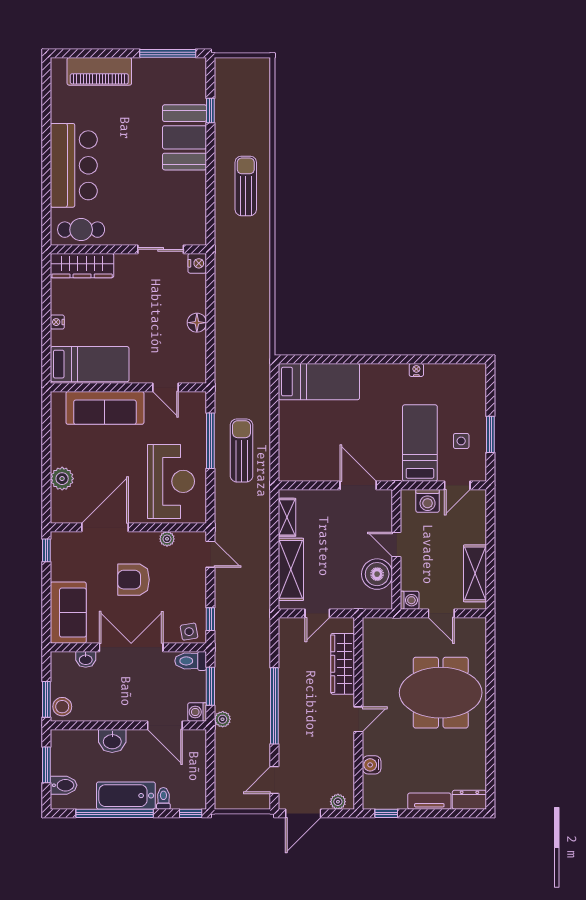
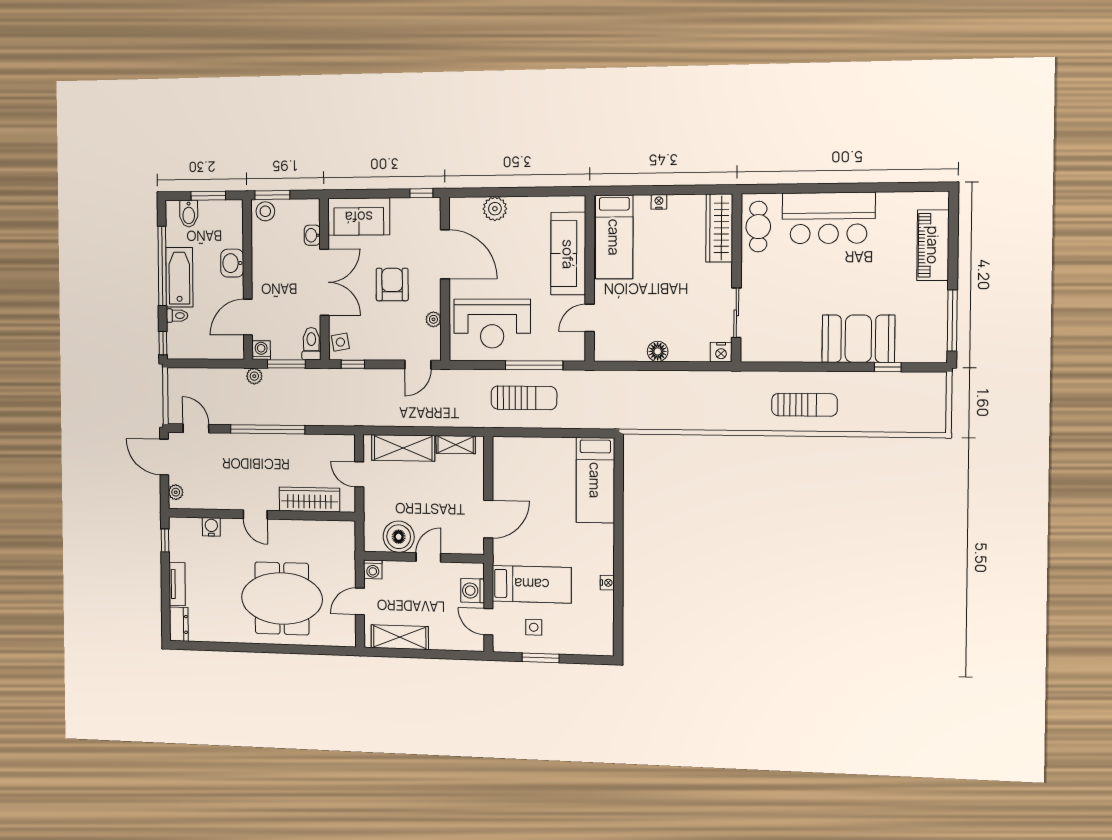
meeting table: (441, 693) -> (282, 598), turned 90

